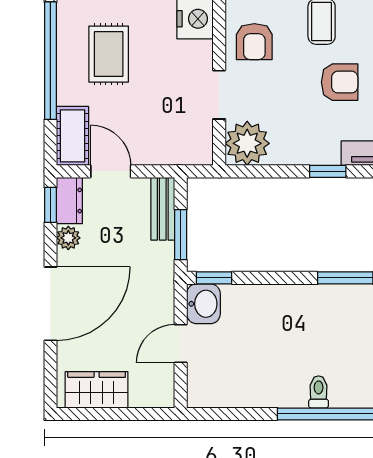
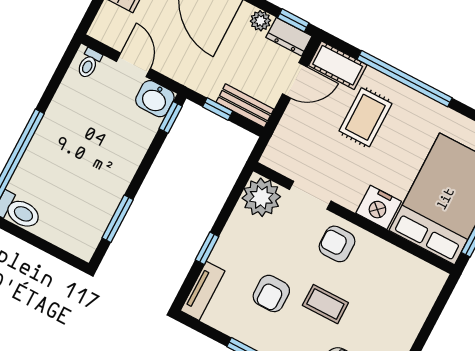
rug: (109, 54) -> (365, 117), moved, turned 90
window: (181, 235) -> (218, 109), width x0.67
toilet: (319, 392) -> (89, 63), moved, turned 90

